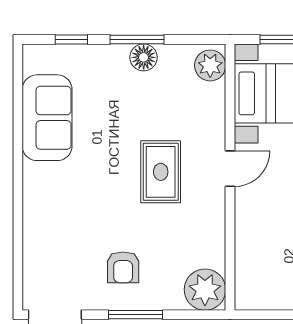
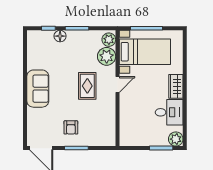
floor lamp: (144, 57) -> (60, 36), moved
sofa: (47, 118) -> (38, 89), moved
plant: (205, 290) -> (107, 56), moved

